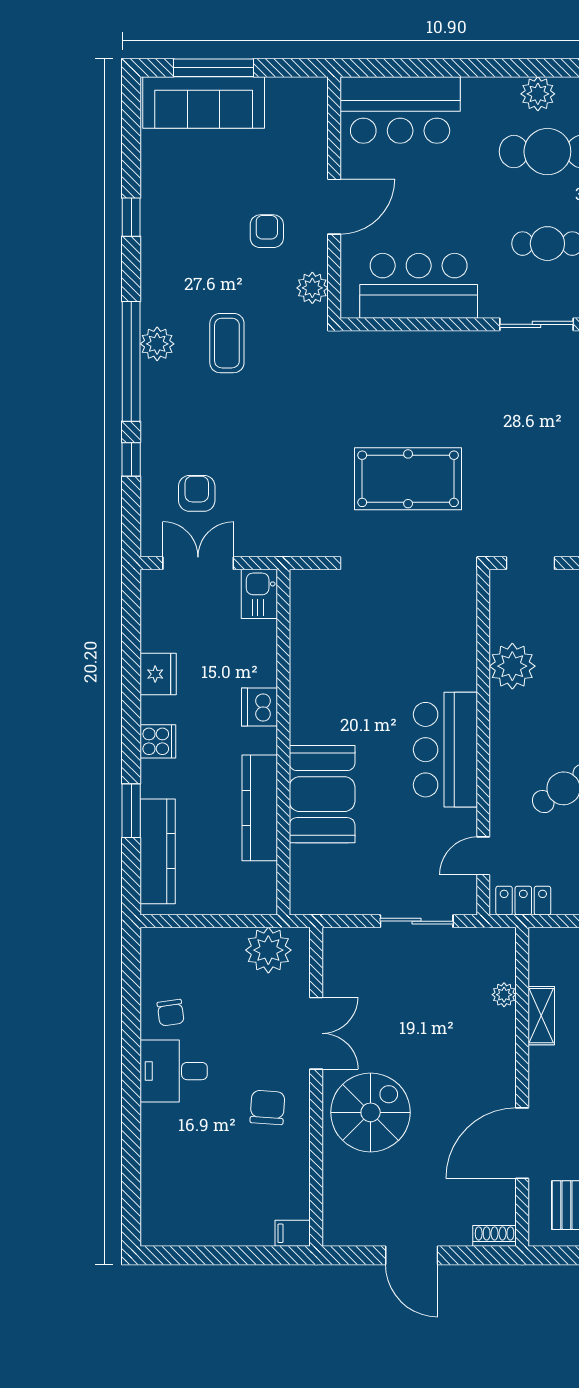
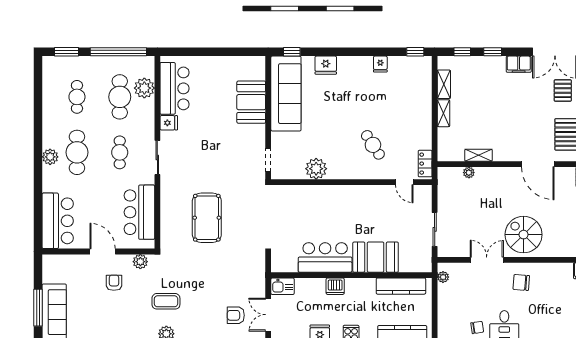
armchair: (267, 231) -> (114, 283), turned 90
pool table: (408, 479) -> (207, 218), moved
bar counter: (445, 750) -> (325, 257), moved, turned 180
kitchen counter: (260, 808) -> (401, 286), moved
sliding door: (417, 921) -> (435, 229), moved
plant: (268, 950) -> (443, 277), width x0.53, depth x0.53

